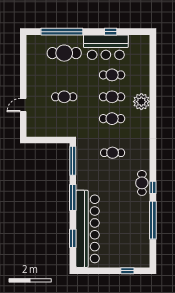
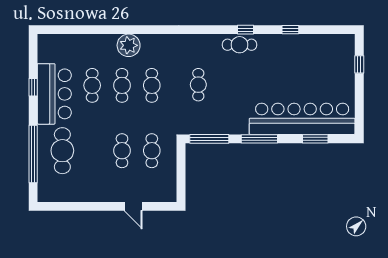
cafe table: (64, 119) -> (152, 151), added
window: (153, 220) -> (290, 30), width x0.32

